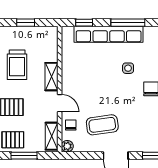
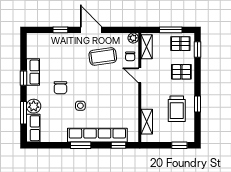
window: (26, 23) -> (179, 145), moved
window: (128, 23) -> (81, 145), width x0.69
trolley: (17, 65) -> (177, 109), turned 180
shelving: (52, 77) -> (147, 122), moved

